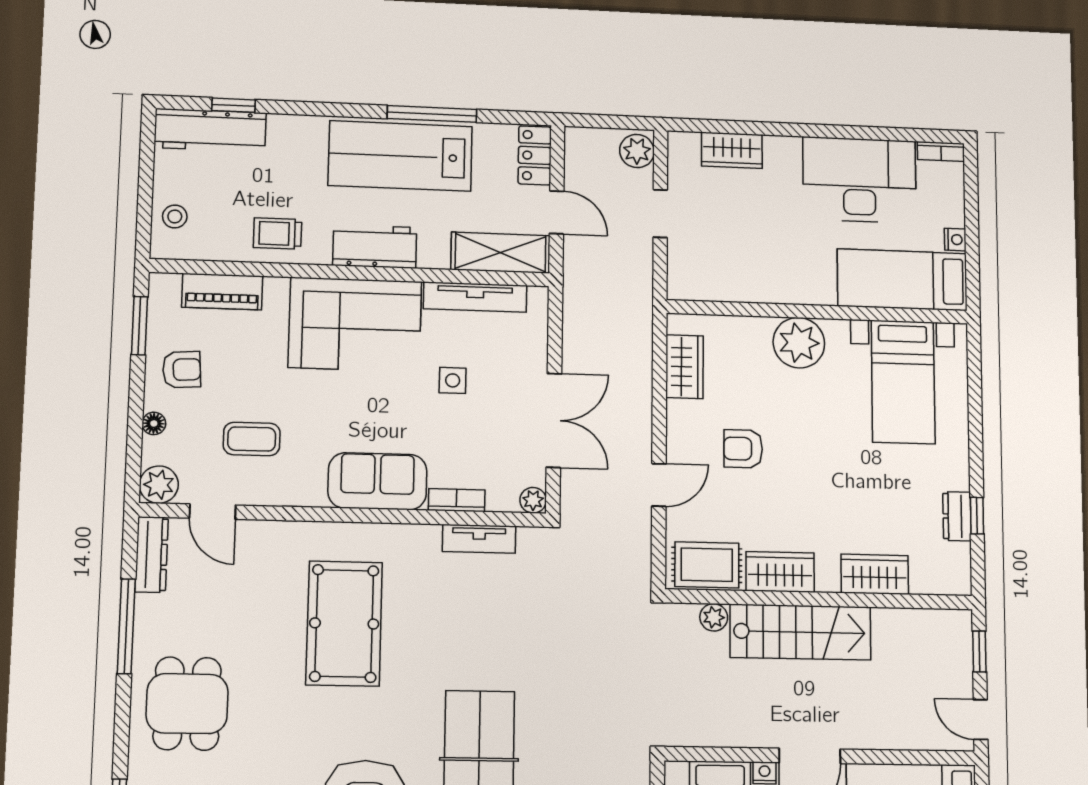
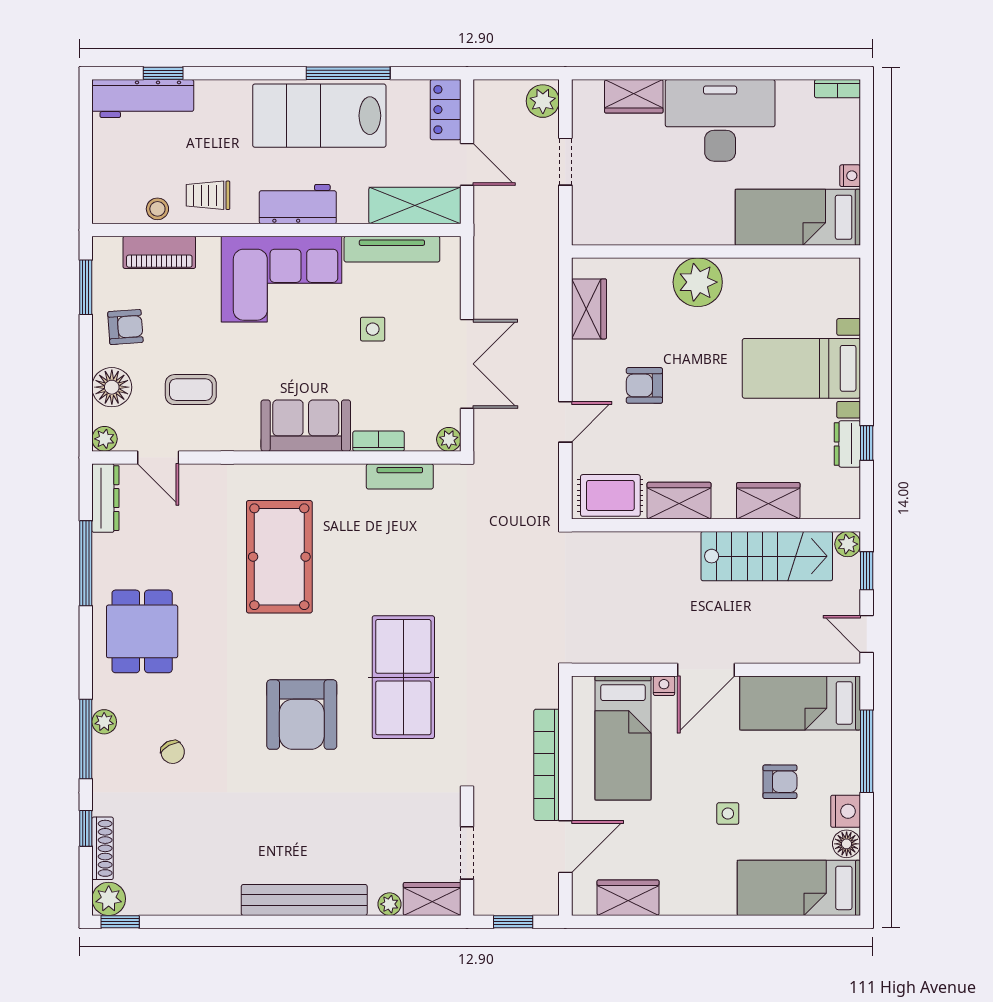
desk: (859, 180) -> (720, 120), moved
stool: (175, 216) -> (157, 209), moved
bed with nightstands: (903, 382) -> (801, 368), moved, turned 90
floor lamp: (154, 423) -> (112, 387), width x1.89, depth x1.89
plant: (159, 485) -> (104, 439), width x0.73, depth x0.73
plant: (714, 617) -> (848, 544), moved
stairs: (800, 632) -> (767, 556), moved

